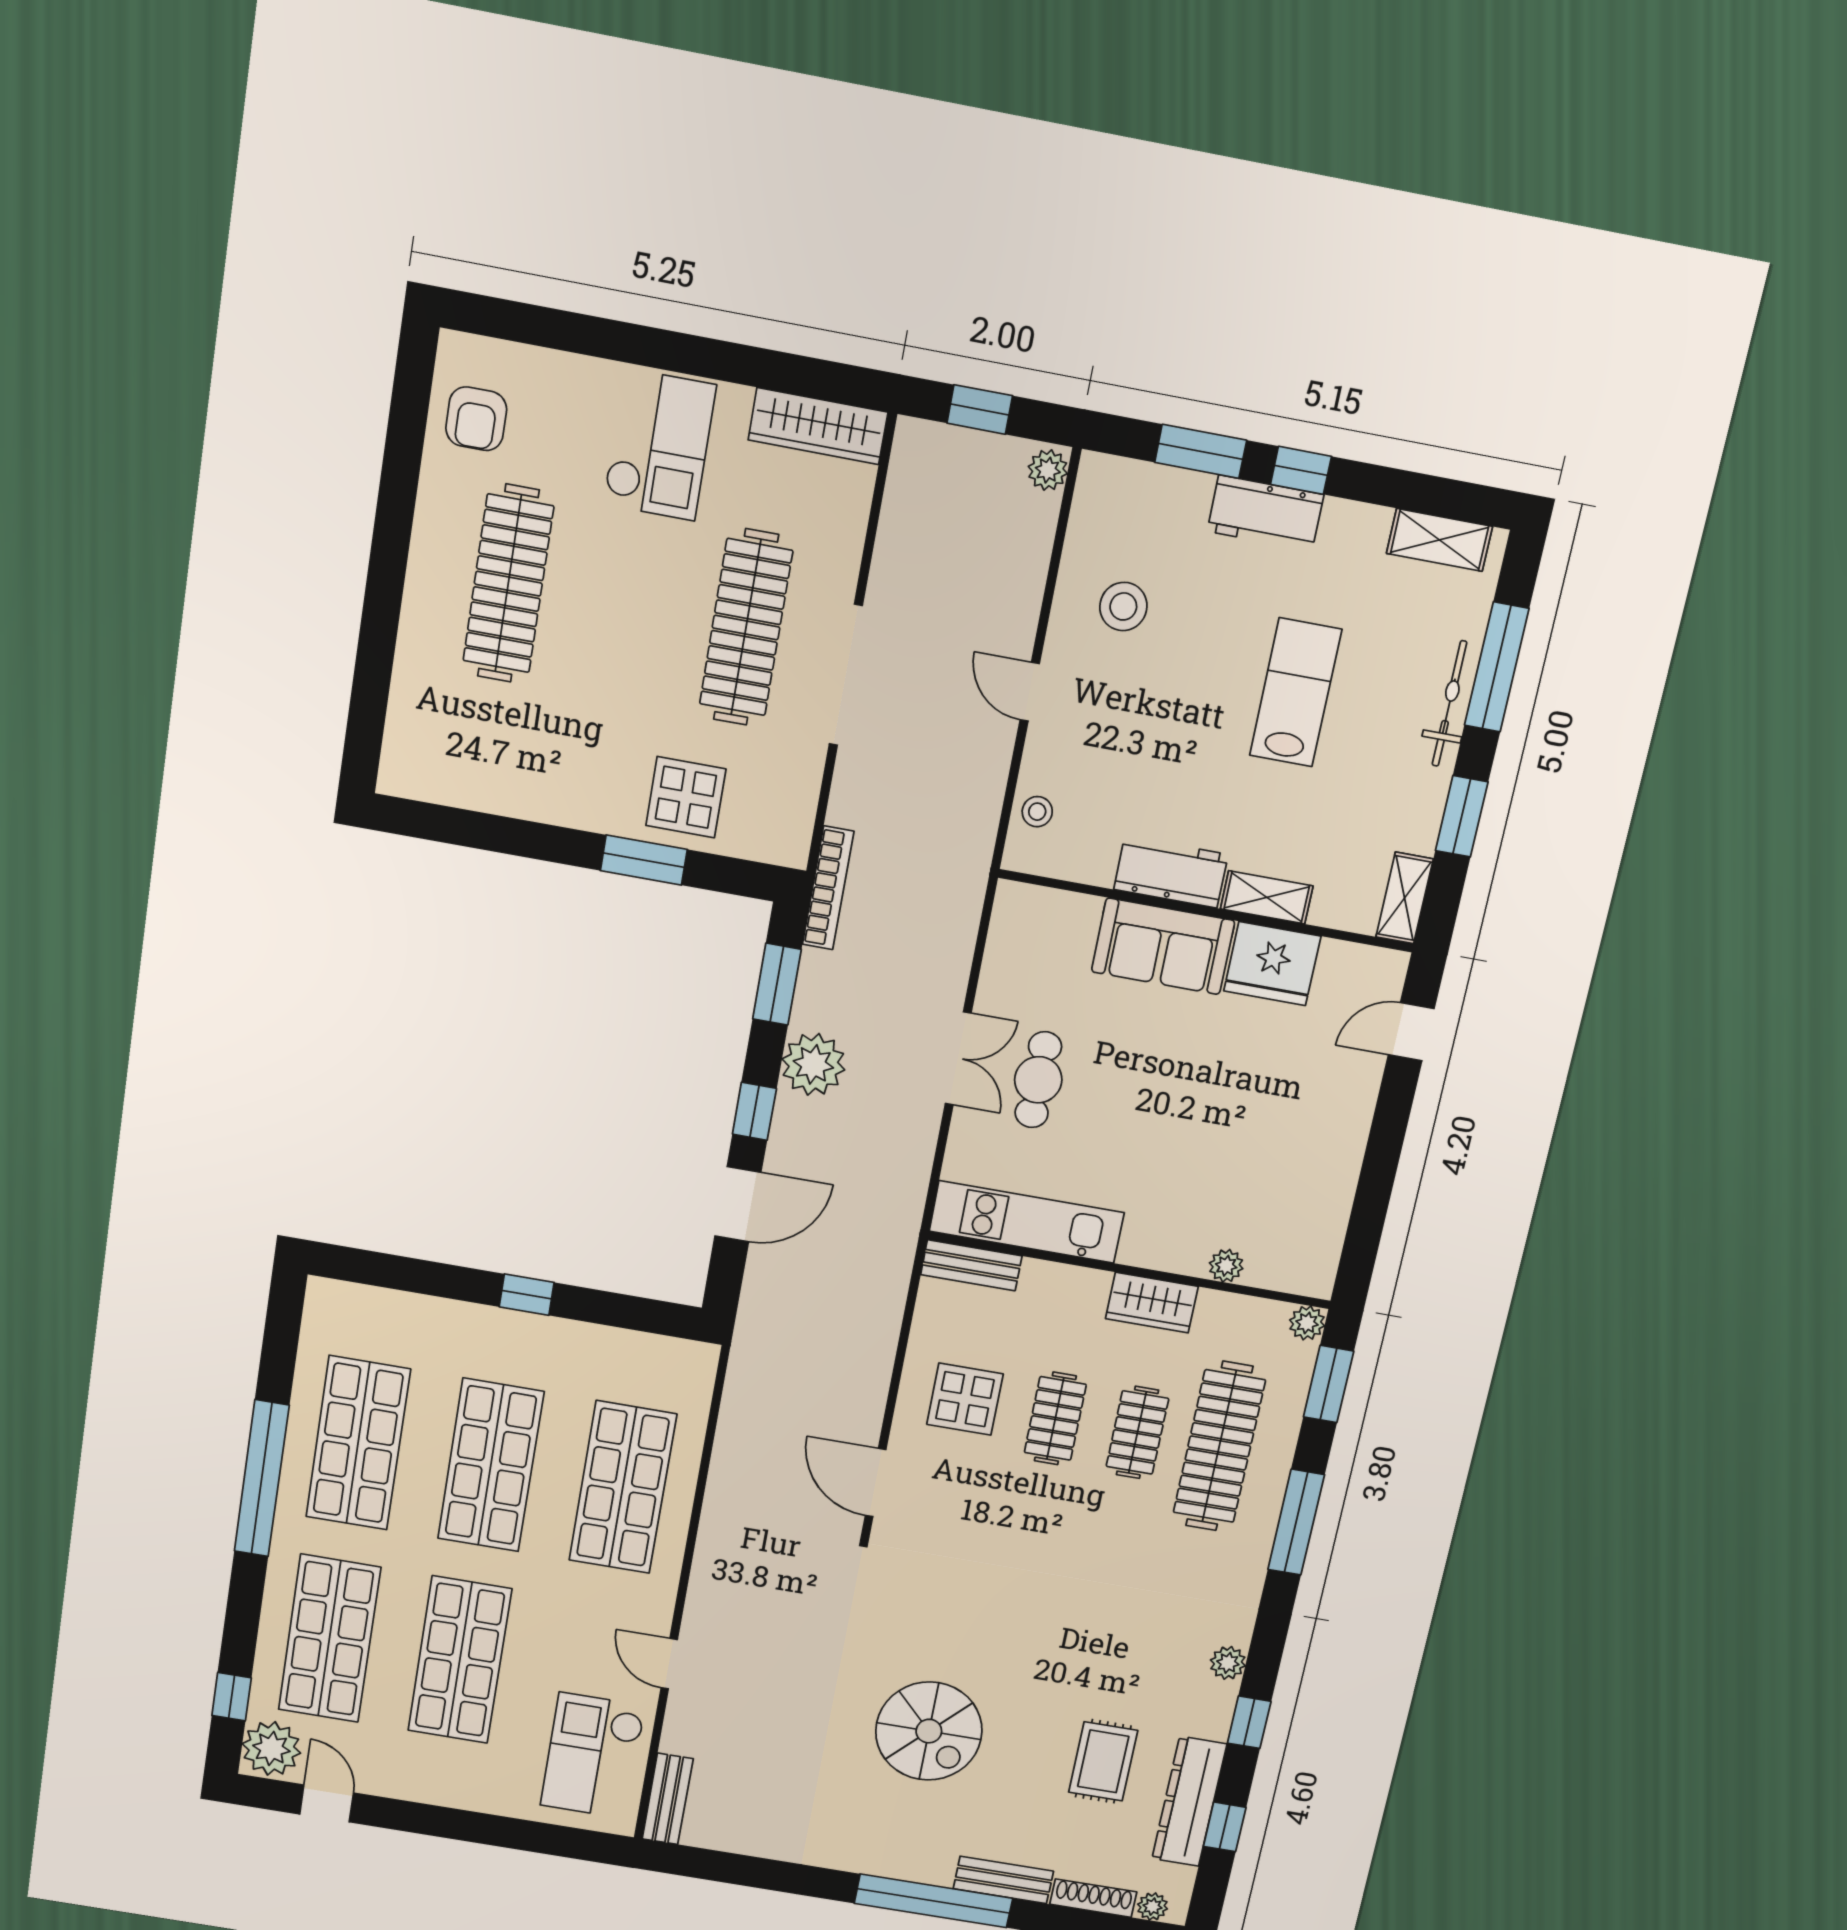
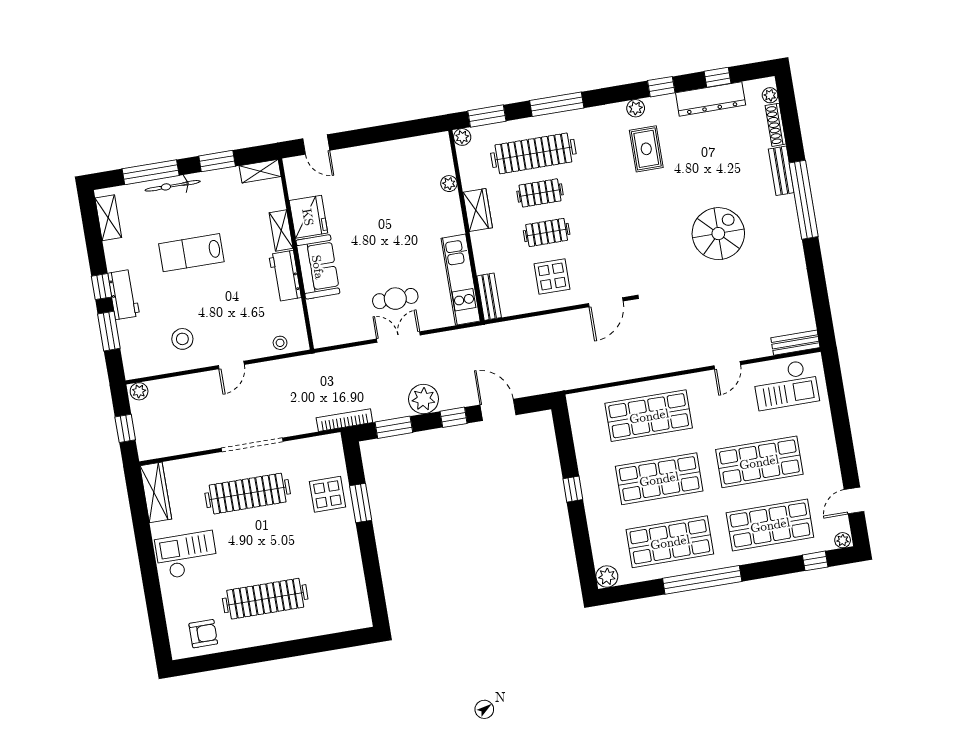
plant: (327, 1300) -> (607, 576), added
plant: (271, 1748) -> (843, 540), width x0.53, depth x0.53
rug: (1103, 1761) -> (646, 149), moved, turned 90

